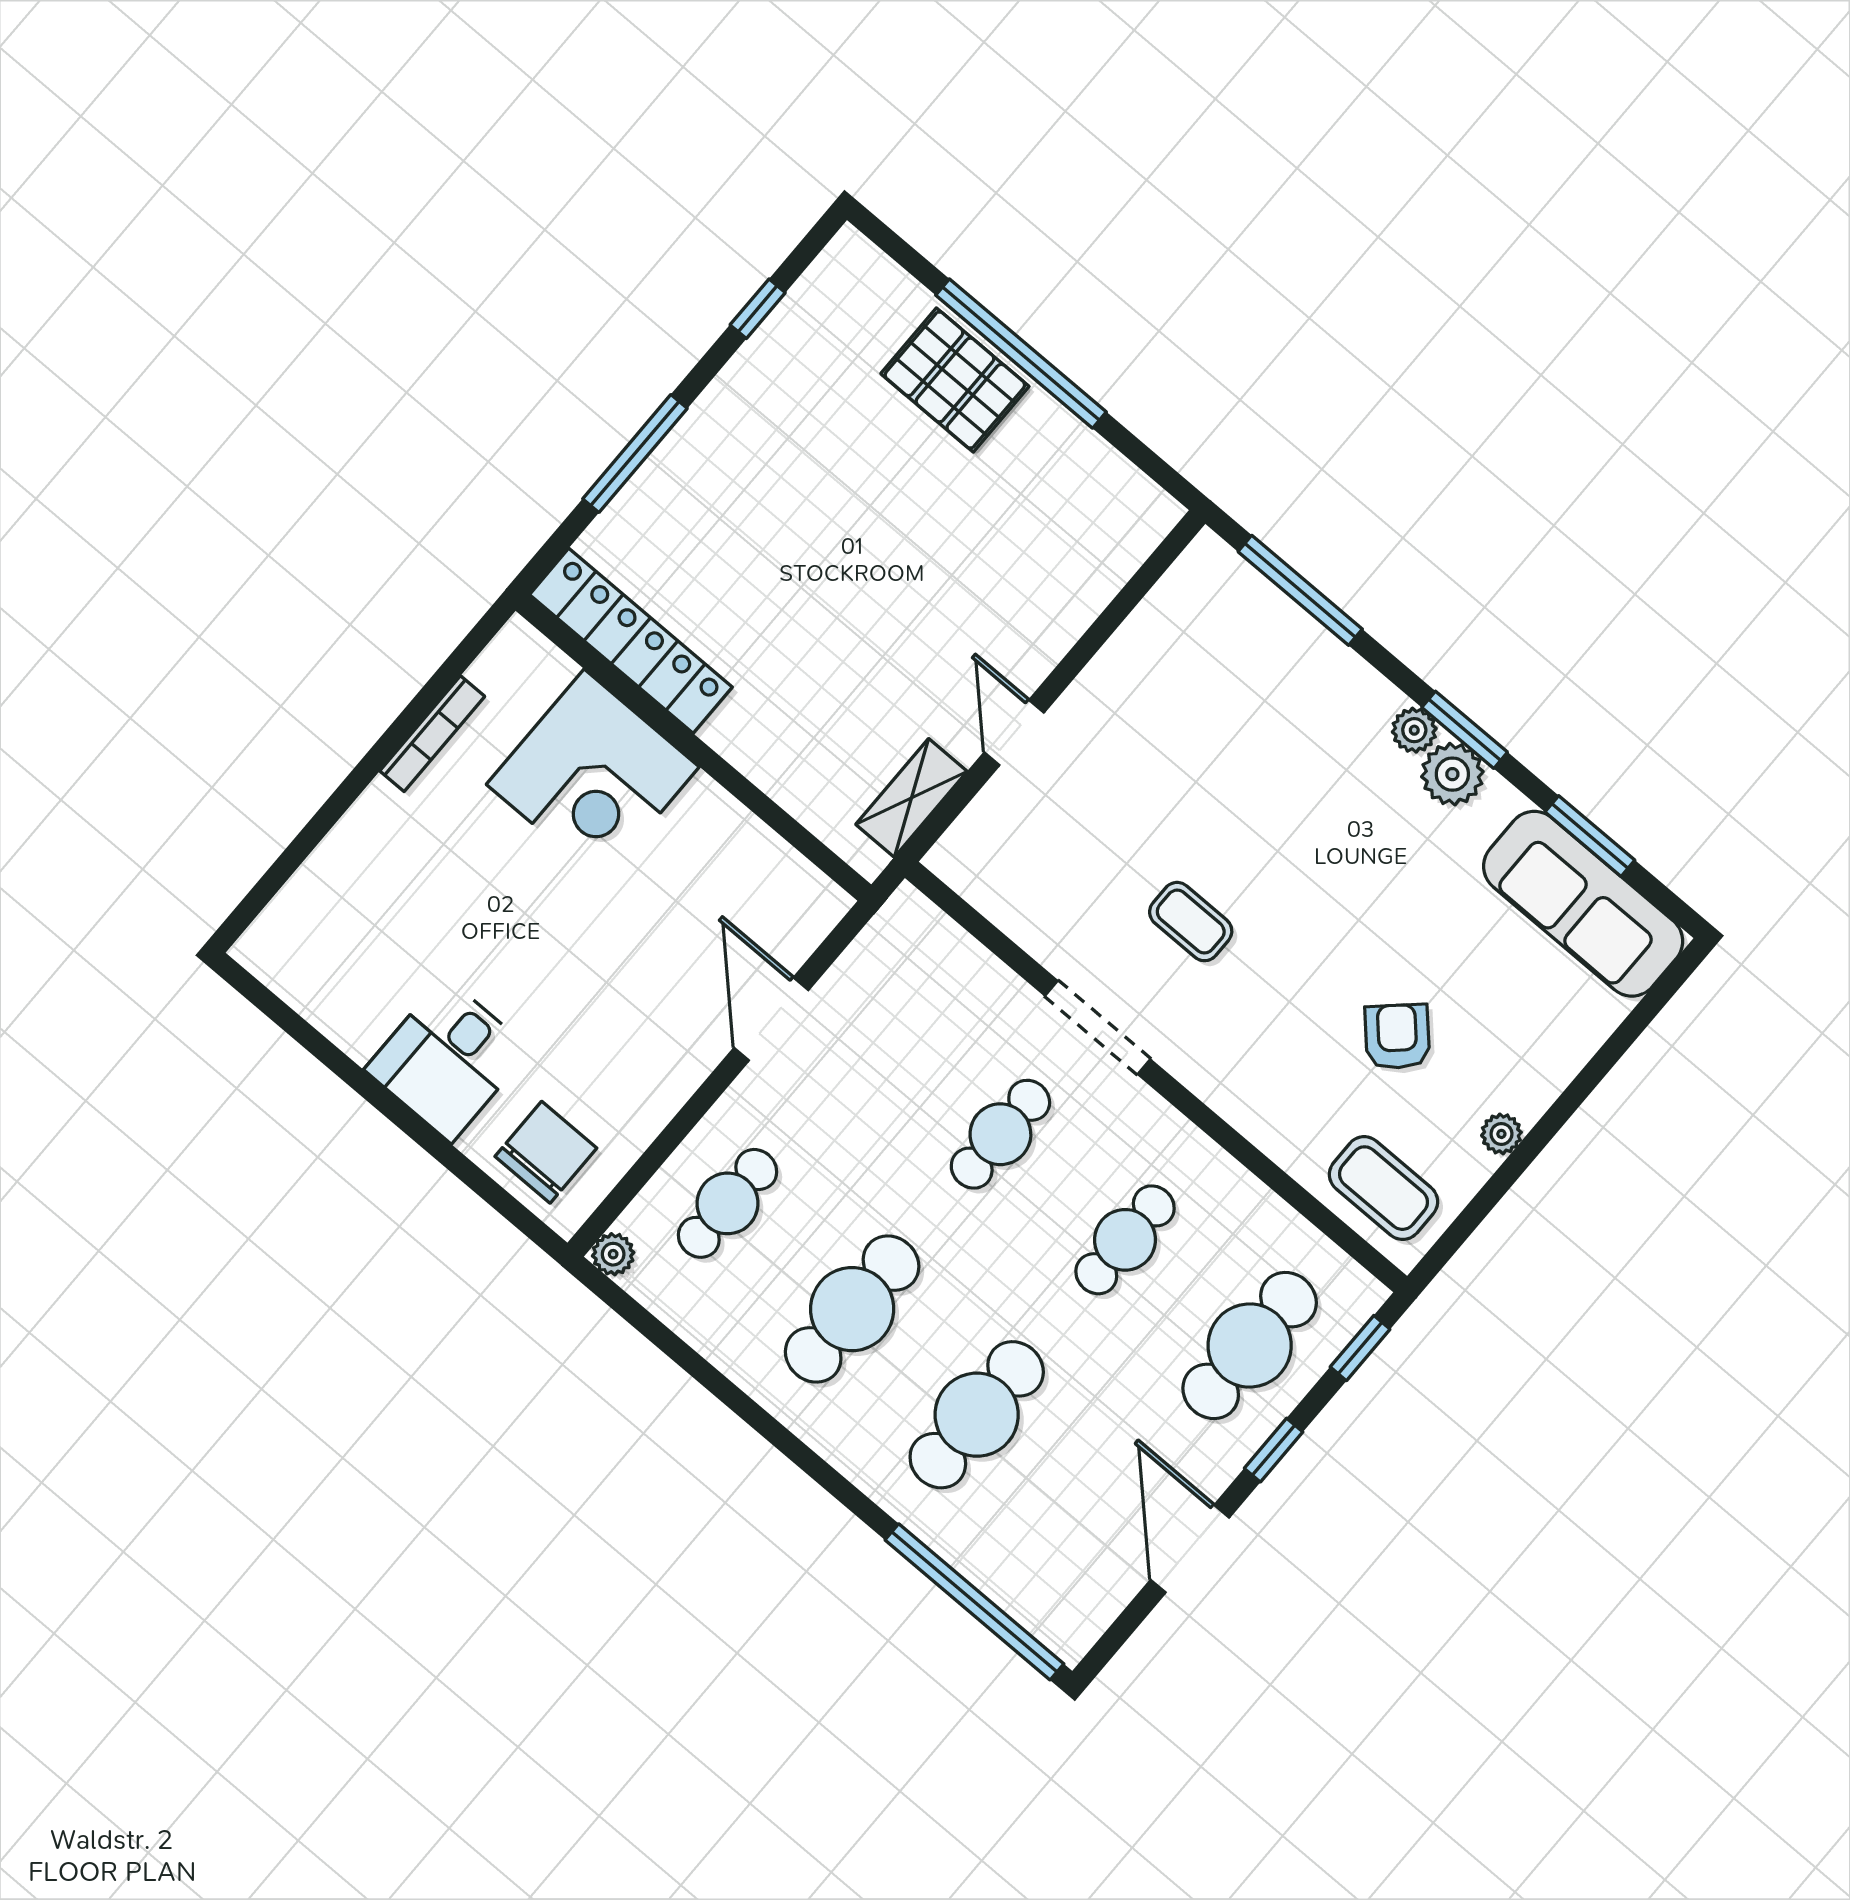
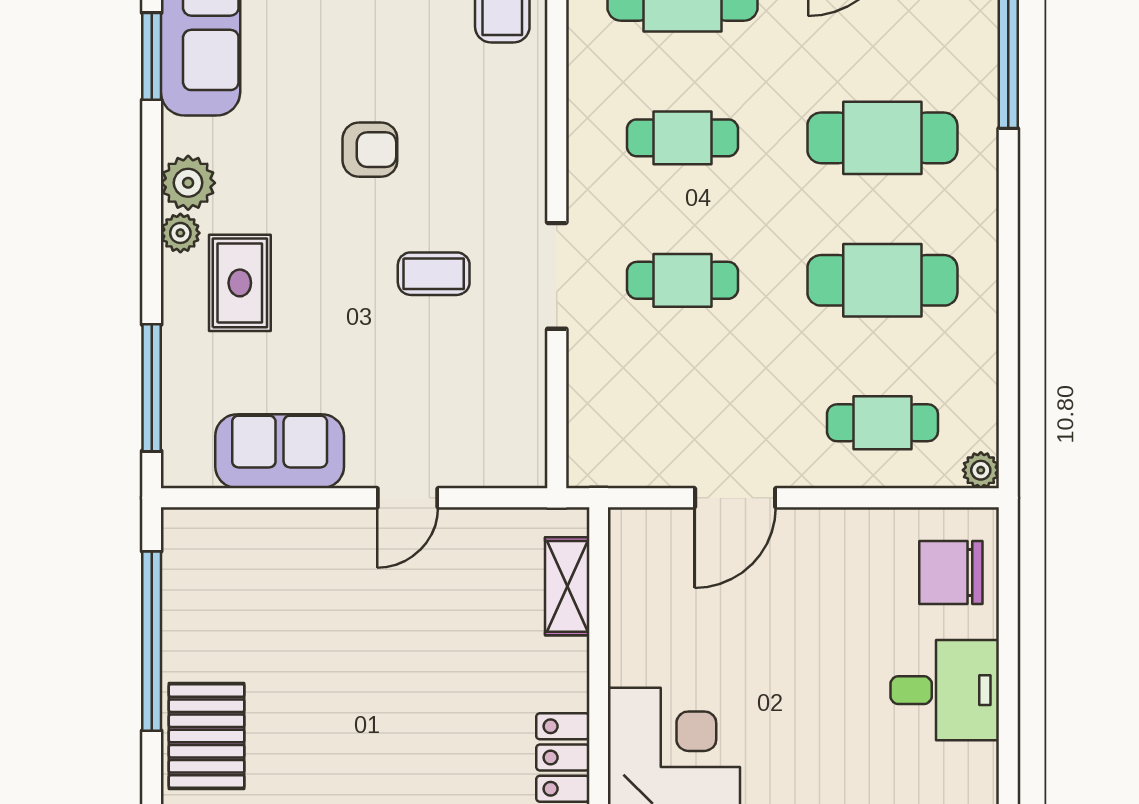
window: (1021, 354) -> (152, 641), moved
sofa: (1150, 655) -> (280, 451), added
window: (1465, 730) -> (152, 200), removed
rug: (1326, 745) -> (240, 283), added
shelving: (912, 798) -> (567, 586), moved, turned 90
coffee table: (1191, 922) -> (434, 274), turned 90
armchair: (1397, 1037) -> (370, 150), moved, turned -137

